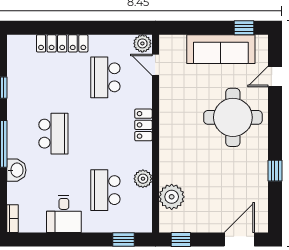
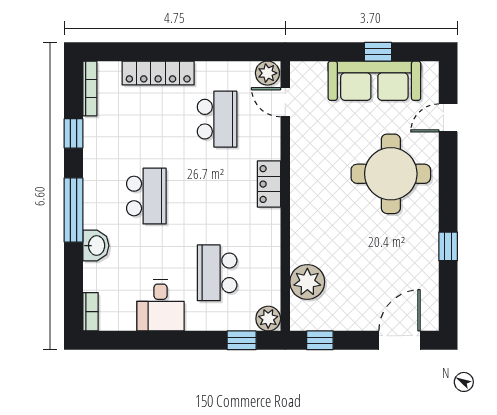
window: (244, 28) -> (378, 52), moved
bookcase: (12, 55) -> (90, 88), added
school desk: (105, 77) -> (217, 119), turned 180
plant: (143, 179) -> (268, 319), moved

